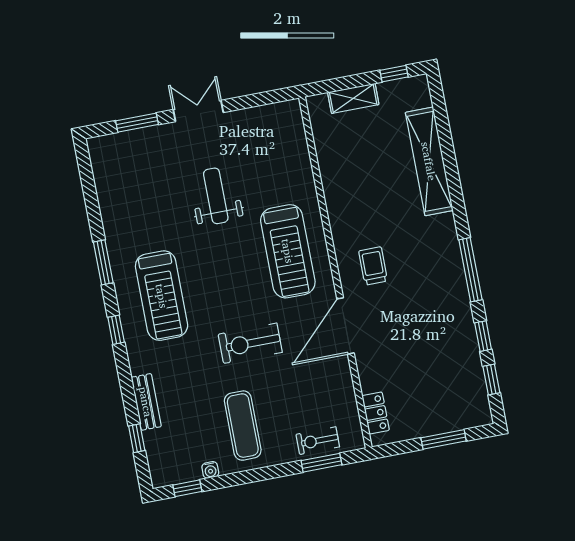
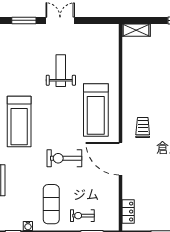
shelving: (353, 98) -> (136, 30), moved
door: (346, 326) -> (121, 159), hinge flipped
exercise bike: (318, 441) -> (82, 216), moved

